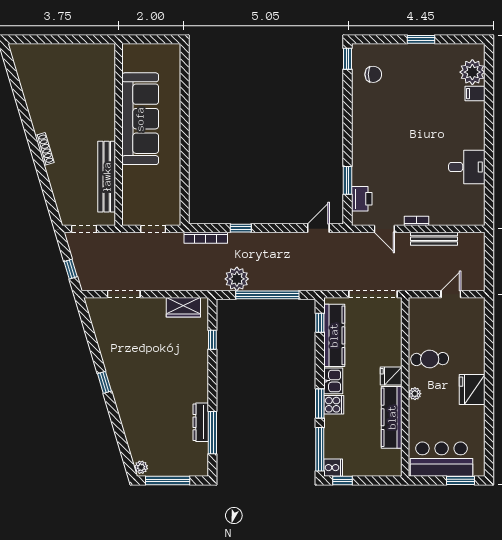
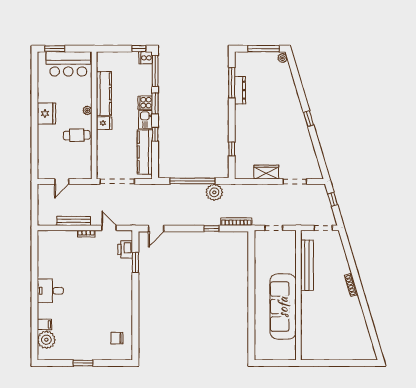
window: (347, 59) -> (135, 349), removed
desk: (467, 167) -> (50, 291), moved
wardrobe: (183, 307) -> (266, 172), moved
window: (320, 323) -> (155, 134), moved

